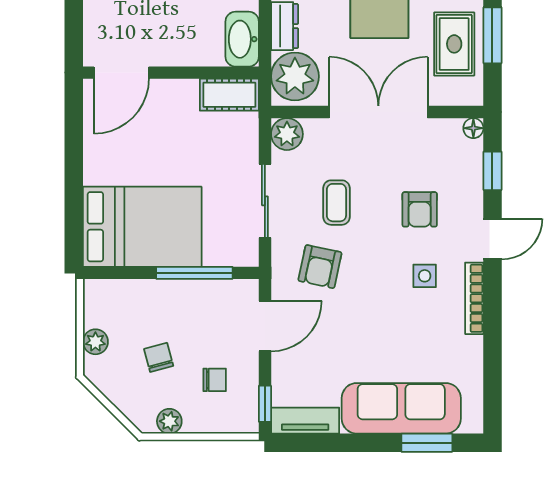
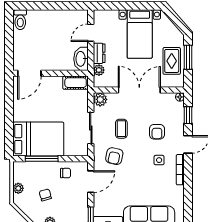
plant: (295, 76) -> (99, 70), width x0.53, depth x0.53
window: (194, 273) -> (42, 159), moved
chair: (215, 380) -> (66, 173), moved

